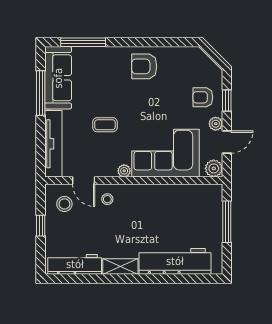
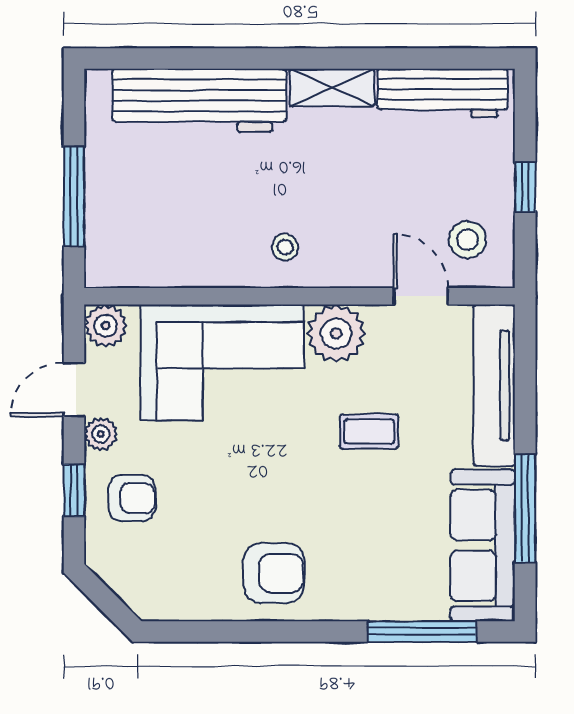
plant: (124, 171) -> (336, 333), width x1.87, depth x1.87
stool: (107, 199) -> (285, 247), moved

